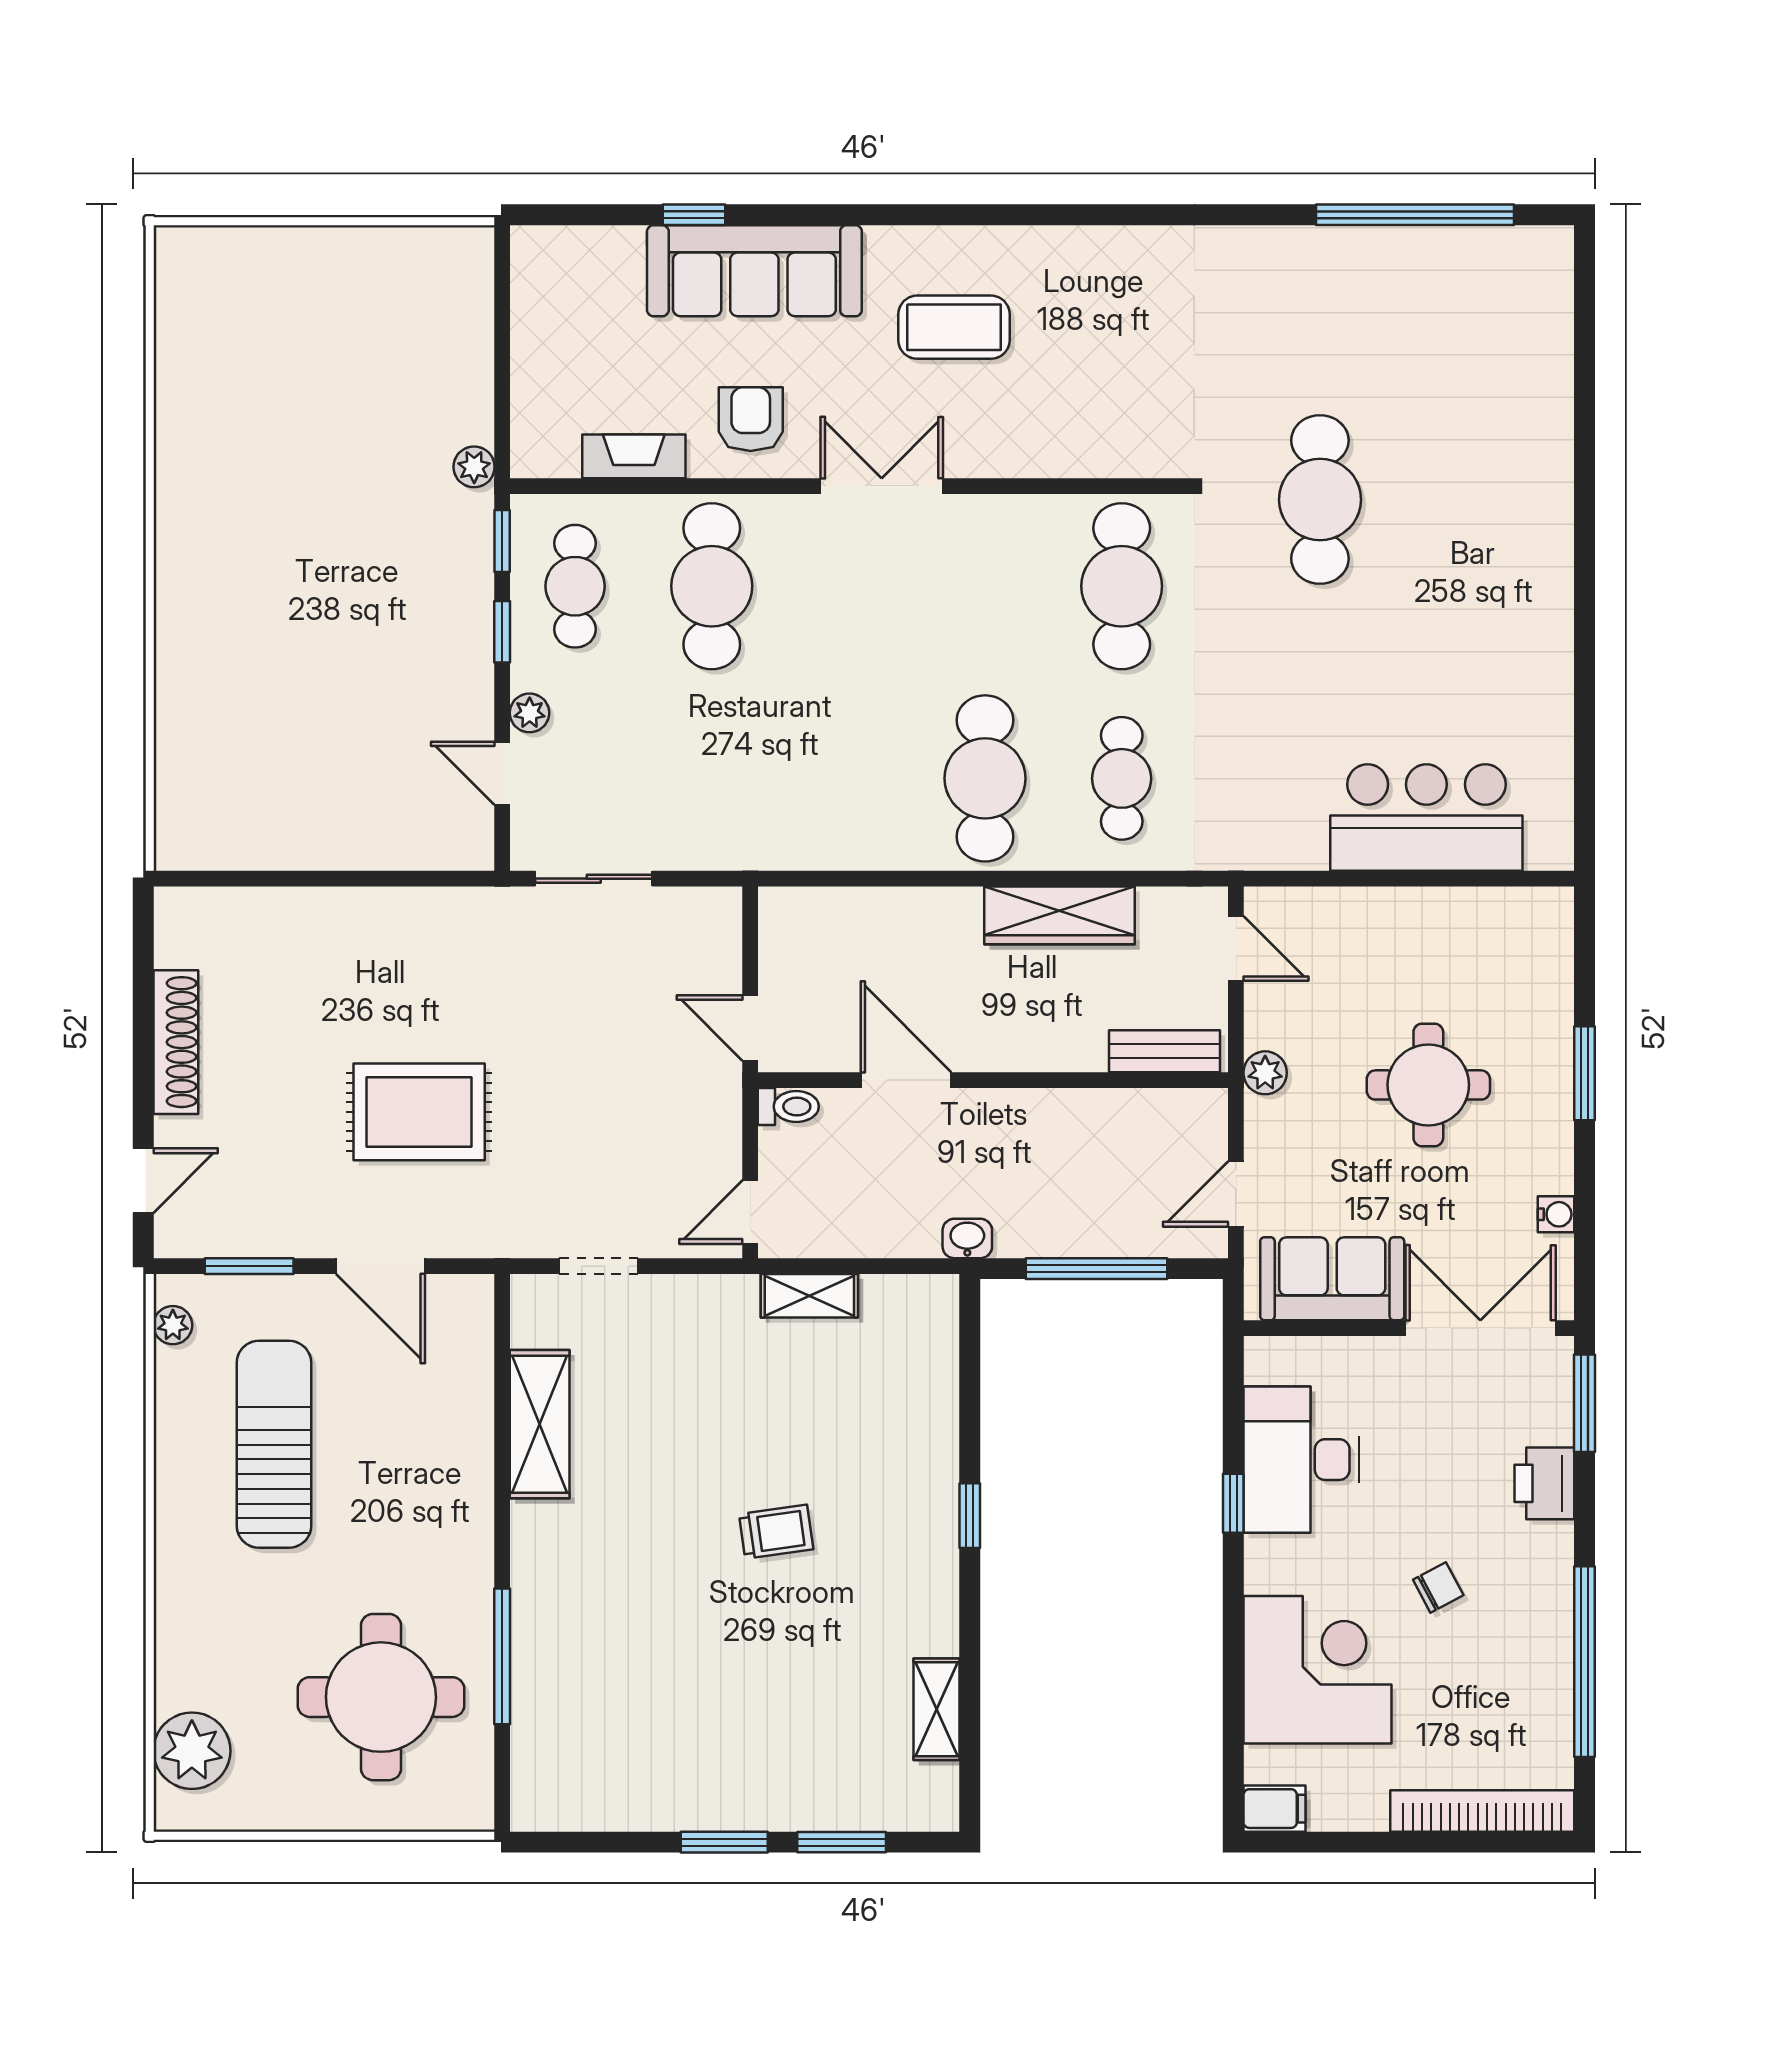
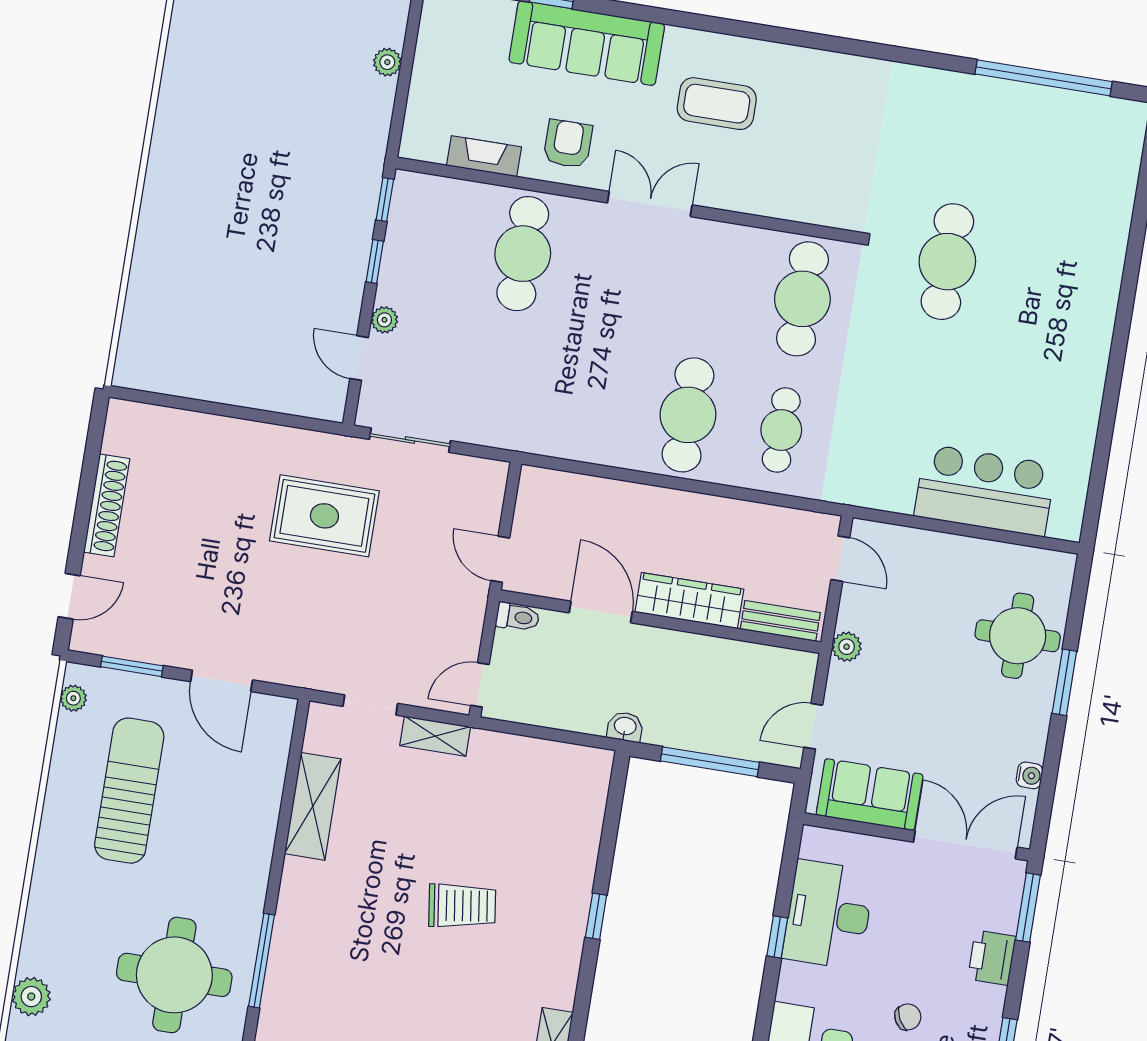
plant: (474, 467) -> (387, 62), moved
cafe table: (575, 586) -> (430, 238), removed
wardrobe: (1059, 915) -> (689, 601), moved, turned 180
round table: (1428, 1085) -> (1018, 636), moved
rug: (419, 1112) -> (324, 516), moved
shelving: (809, 1296) -> (435, 736), moved
trolley: (776, 1532) -> (462, 906), width x1.36, depth x1.39
plant: (192, 1751) -> (31, 997), width x0.73, depth x0.73

